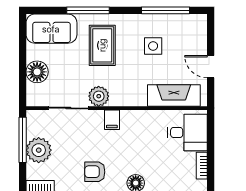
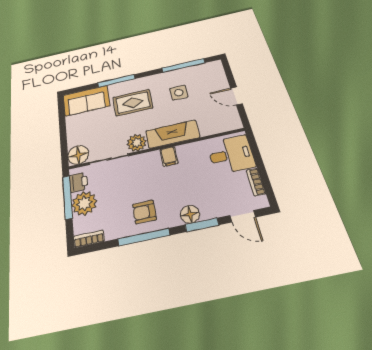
rug: (102, 45) -> (133, 103), turned 90
floor lamp: (37, 72) -> (78, 155), moved
fireplace: (174, 95) -> (173, 134), moved
filing cabinet: (112, 120) -> (169, 156), moved
printer: (35, 126) -> (78, 182), added

